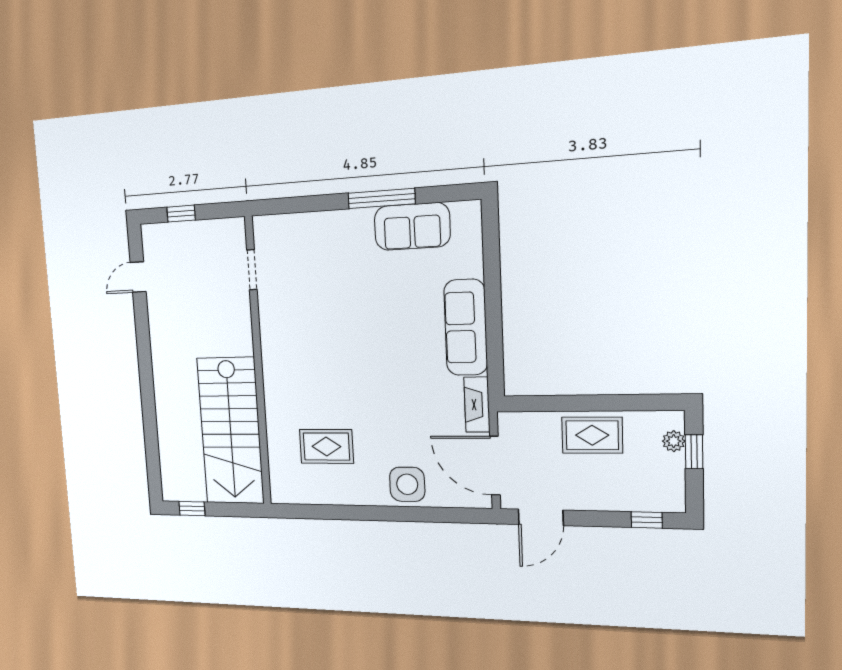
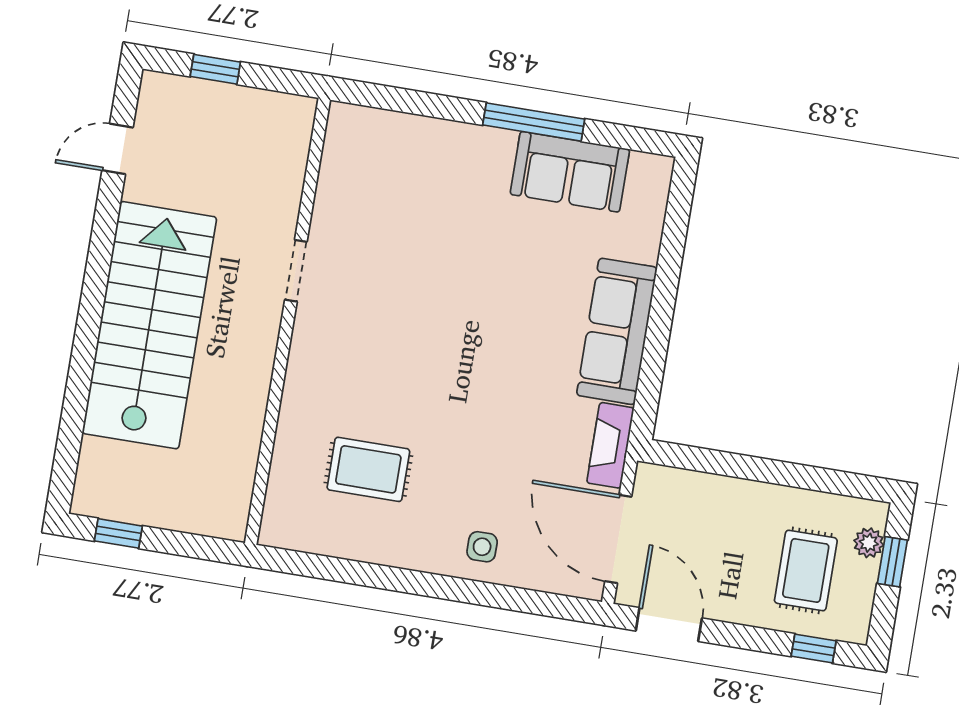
doorway: (252, 270) -> (296, 271), moved
stairs: (230, 431) -> (149, 325), moved, turned 180
rug: (592, 435) -> (806, 570), moved, turned 90
side table: (407, 484) -> (482, 547), width x0.54, depth x0.54
door: (541, 517) -> (669, 625), swing flipped

